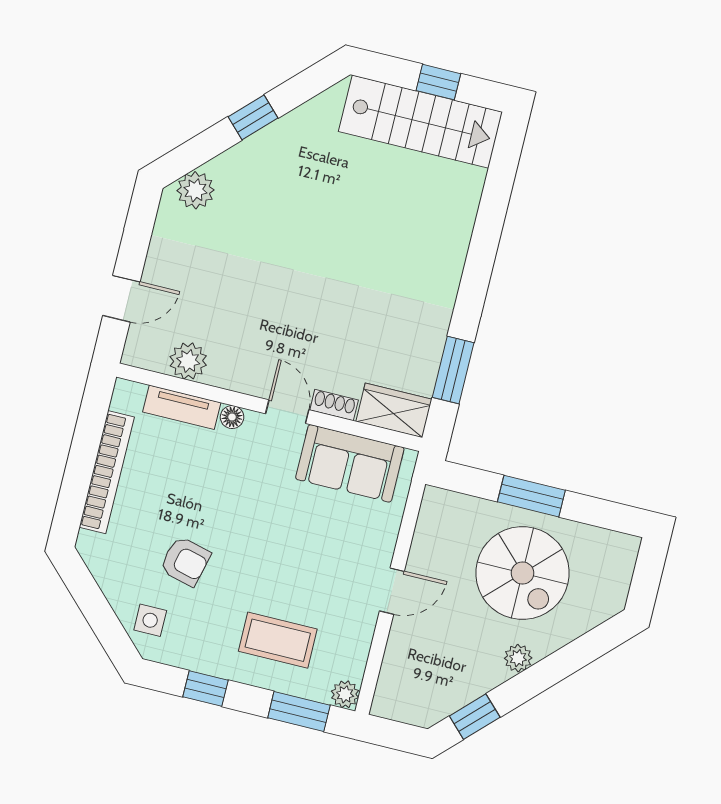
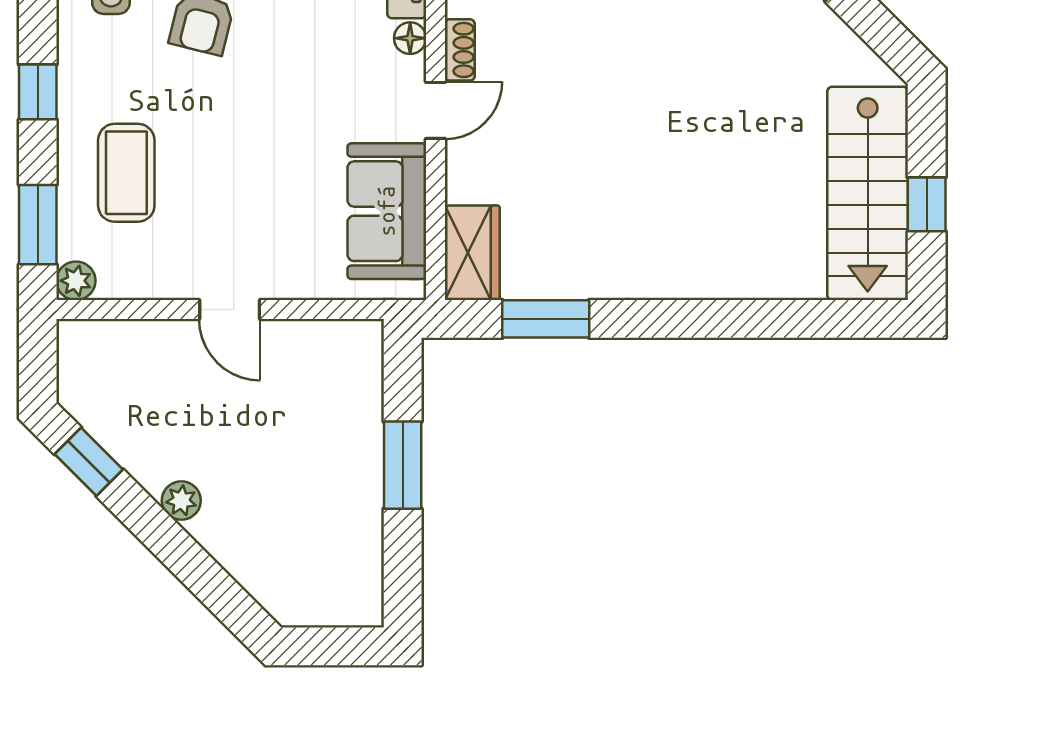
shoe rack: (334, 405) -> (460, 50), moved
spiral stairs: (523, 573) -> (297, 479), removed

